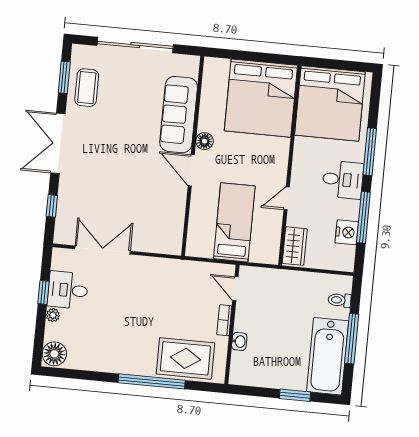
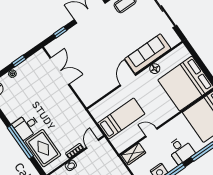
floor lamp: (204, 141) -> (155, 69), moved
desk: (68, 290) -> (26, 126), moved, turned -90

